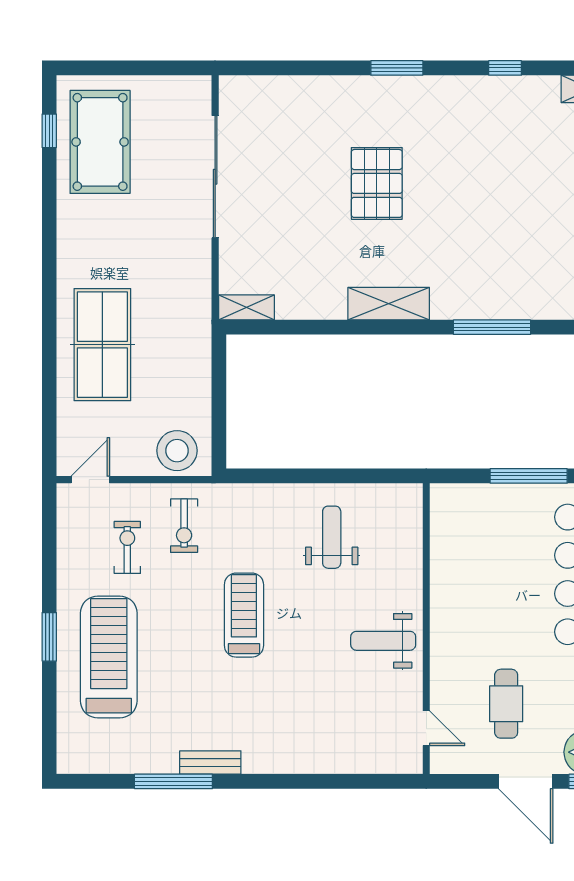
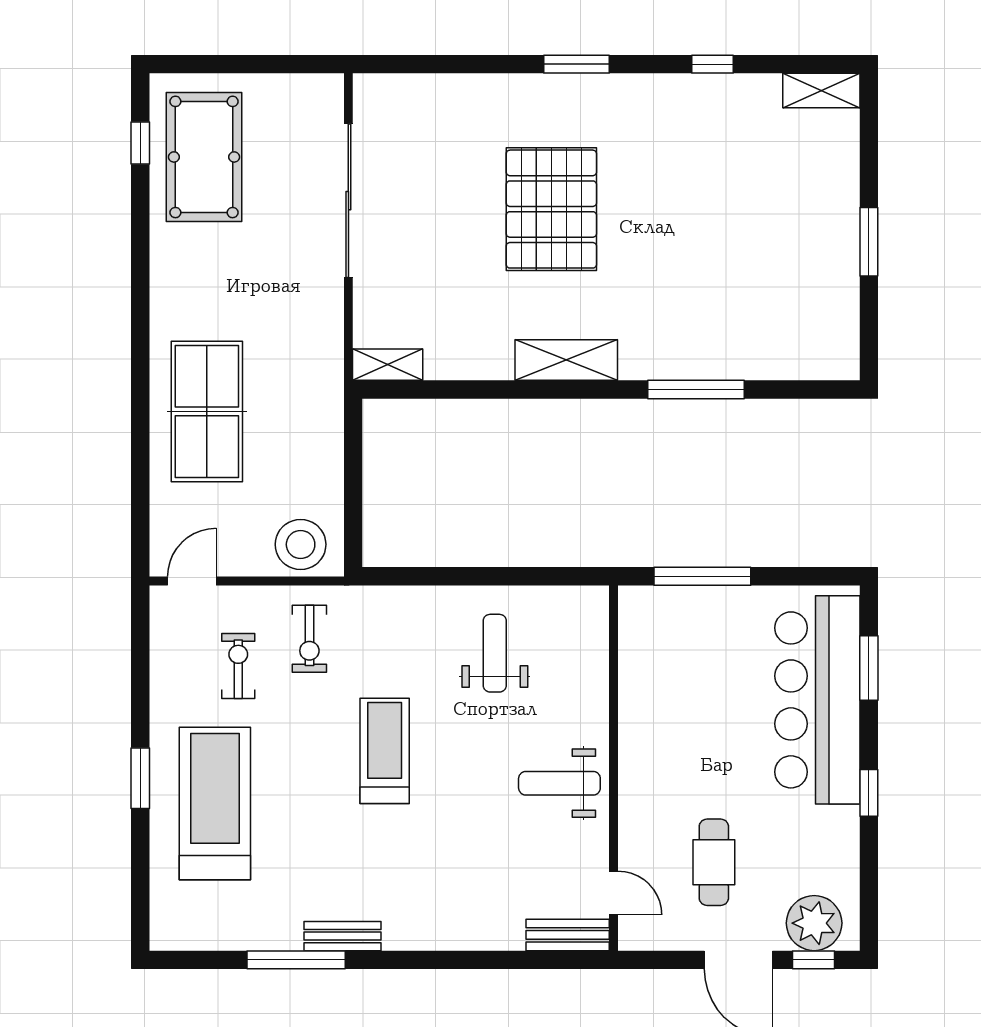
pallet: (377, 183) -> (551, 209), width x1.37, depth x1.41
window: (529, 476) -> (702, 576), moved
bench: (390, 762) -> (568, 935), added

